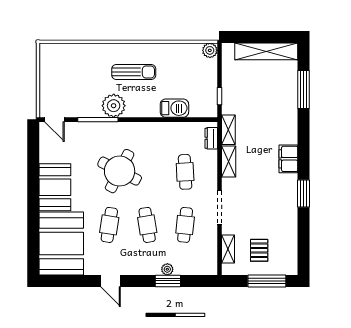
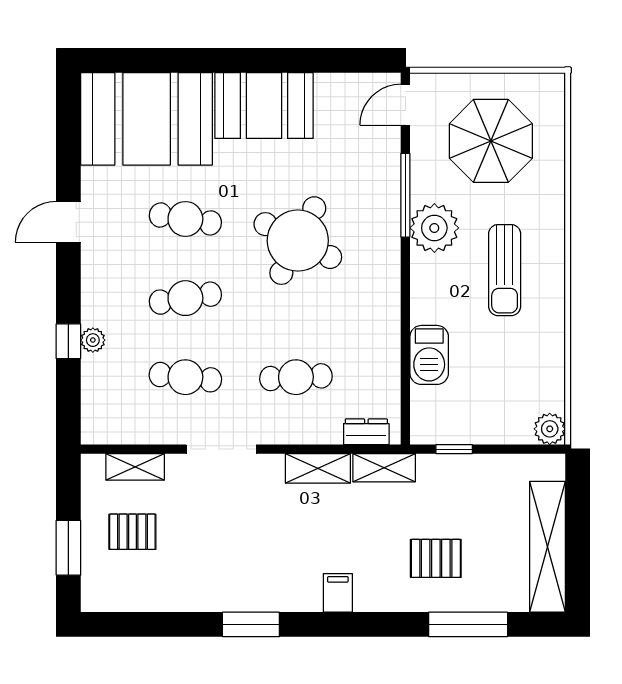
parasol: (72, 79) -> (491, 141), added
pallet: (272, 105) -> (436, 558), added
filing cabinet: (288, 159) -> (338, 593), width x0.50
window: (168, 281) -> (68, 341), width x0.67
window: (267, 281) -> (68, 548), width x0.69

